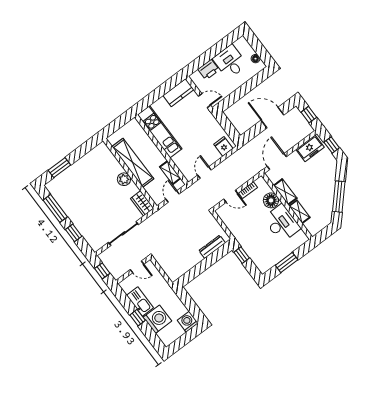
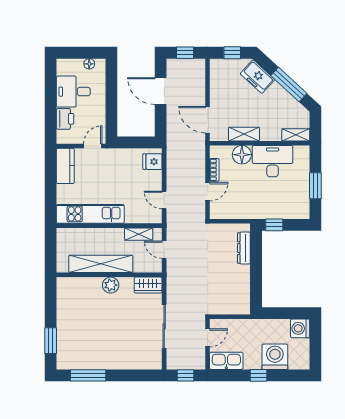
door: (273, 118) -> (161, 91), hinge flipped
freezer: (310, 148) -> (257, 77), moved, turned 133
shelving: (299, 212) -> (296, 135), moved
window: (74, 233) -> (126, 375), removed
kitchen sink: (140, 302) -> (226, 361), moved

